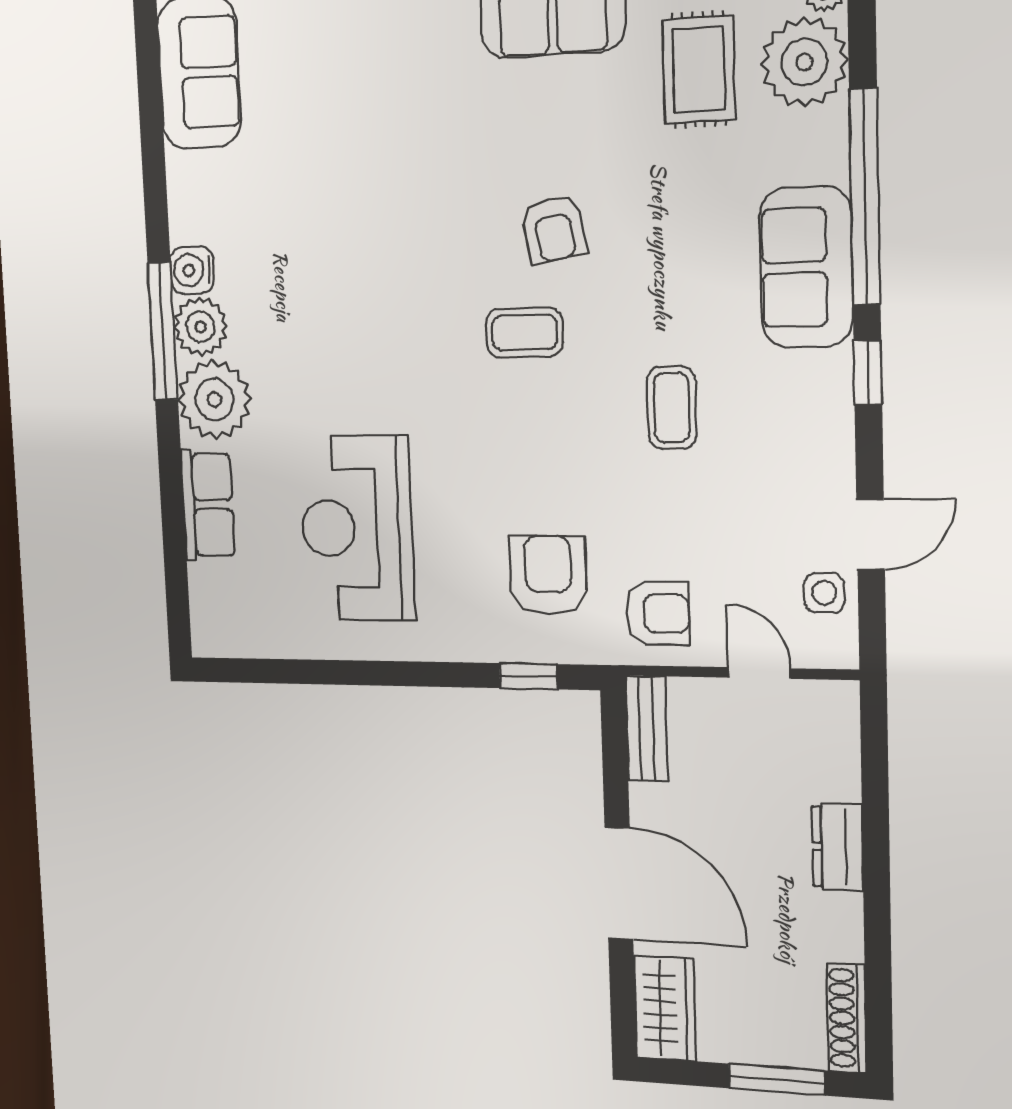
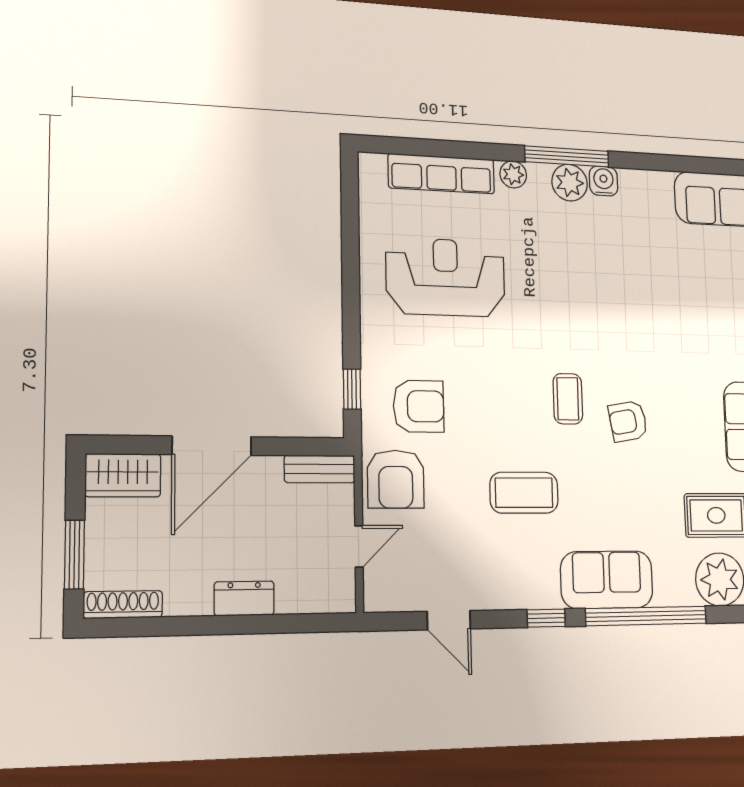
plant: (214, 400) -> (513, 174), width x0.53, depth x0.53
coffee table: (672, 408) -> (524, 493), width x1.36, depth x1.30
row of seats: (208, 505) -> (441, 174), width x1.48
side table: (824, 593) -> (412, 590), removed
armchair: (658, 613) -> (396, 479), width x1.38, depth x1.38

